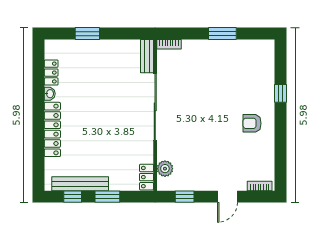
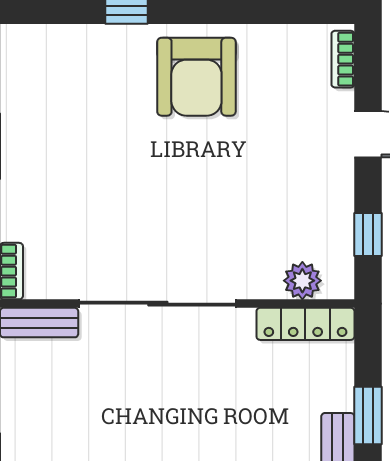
armchair: (252, 123) -> (196, 77), width x1.88, depth x1.88
locker: (146, 177) -> (305, 324), width x1.53

